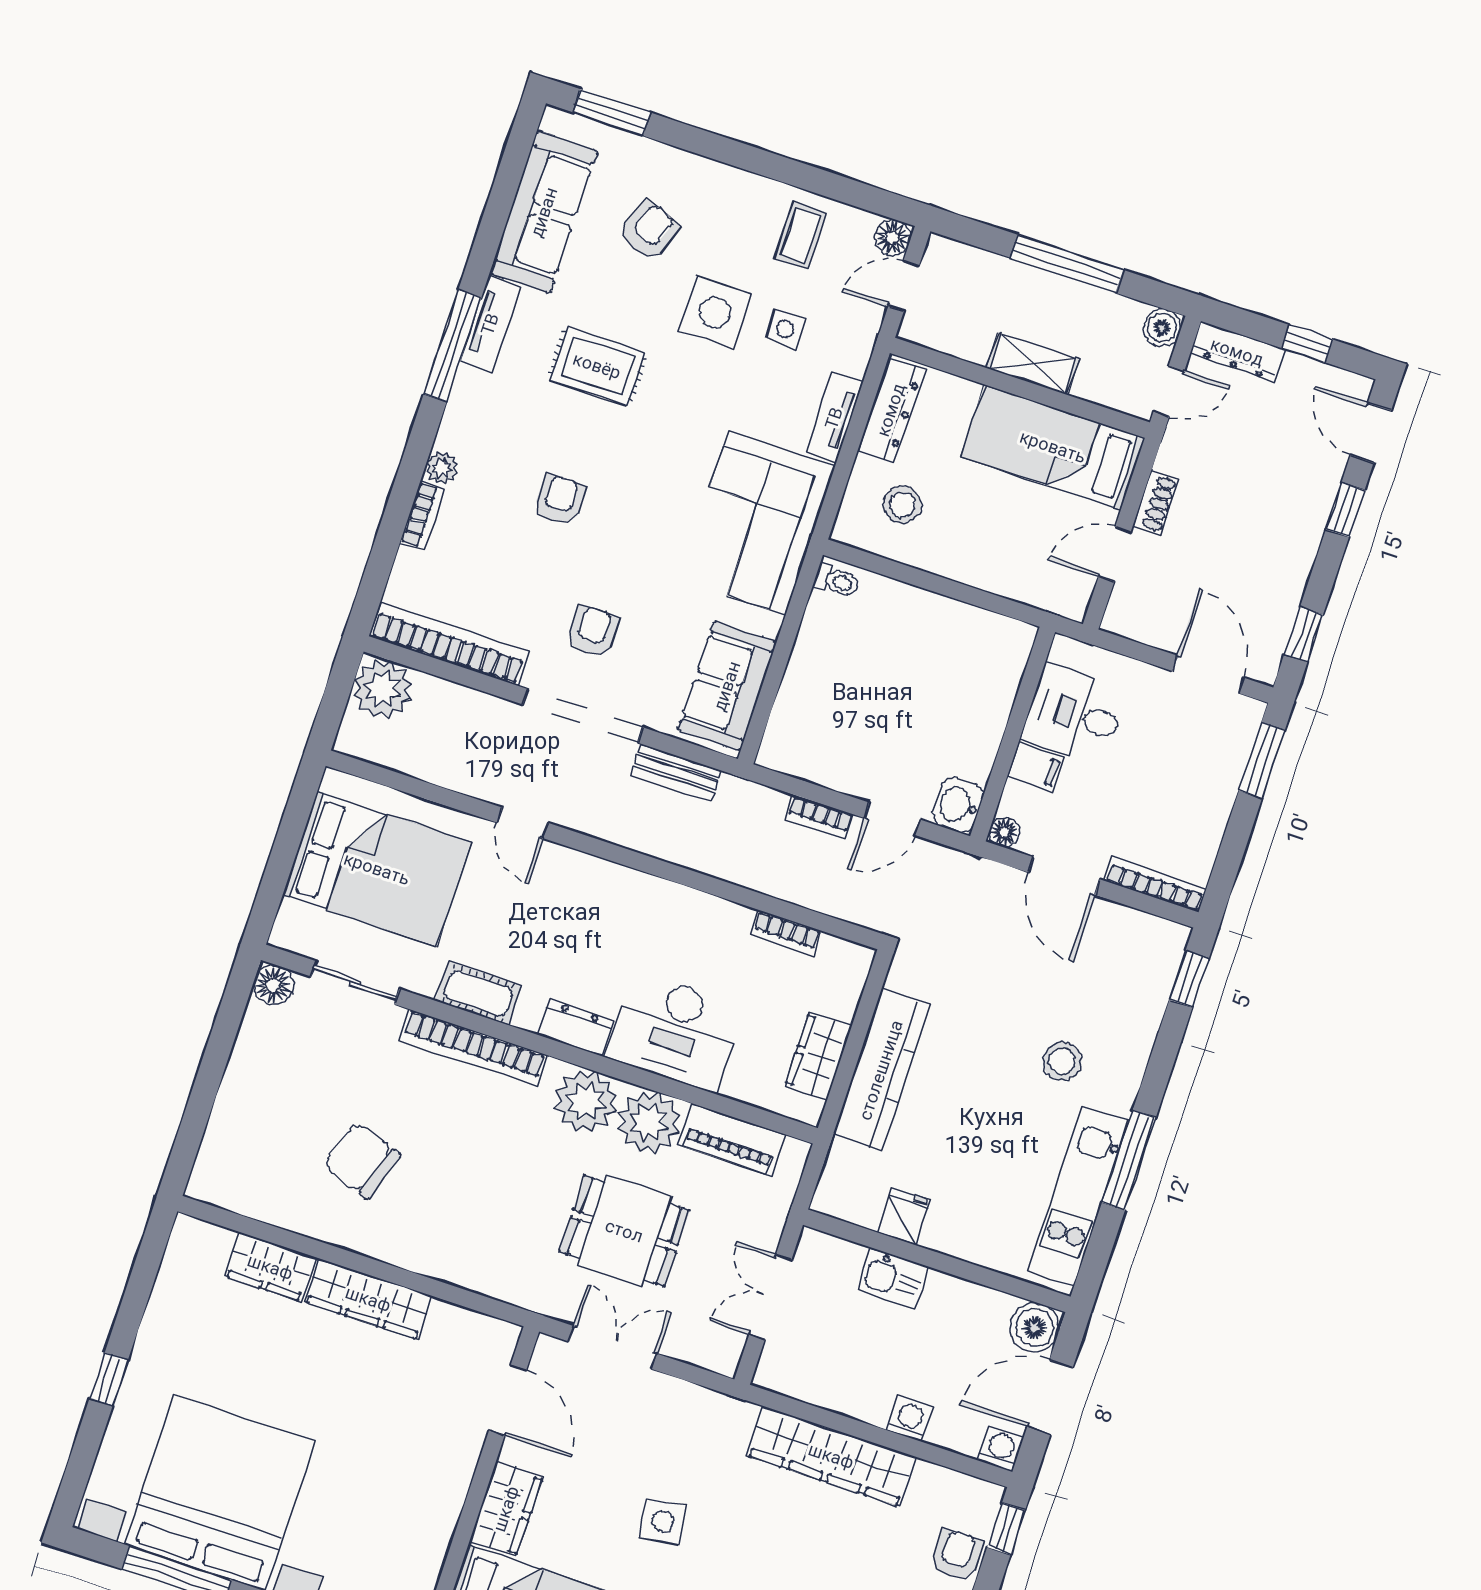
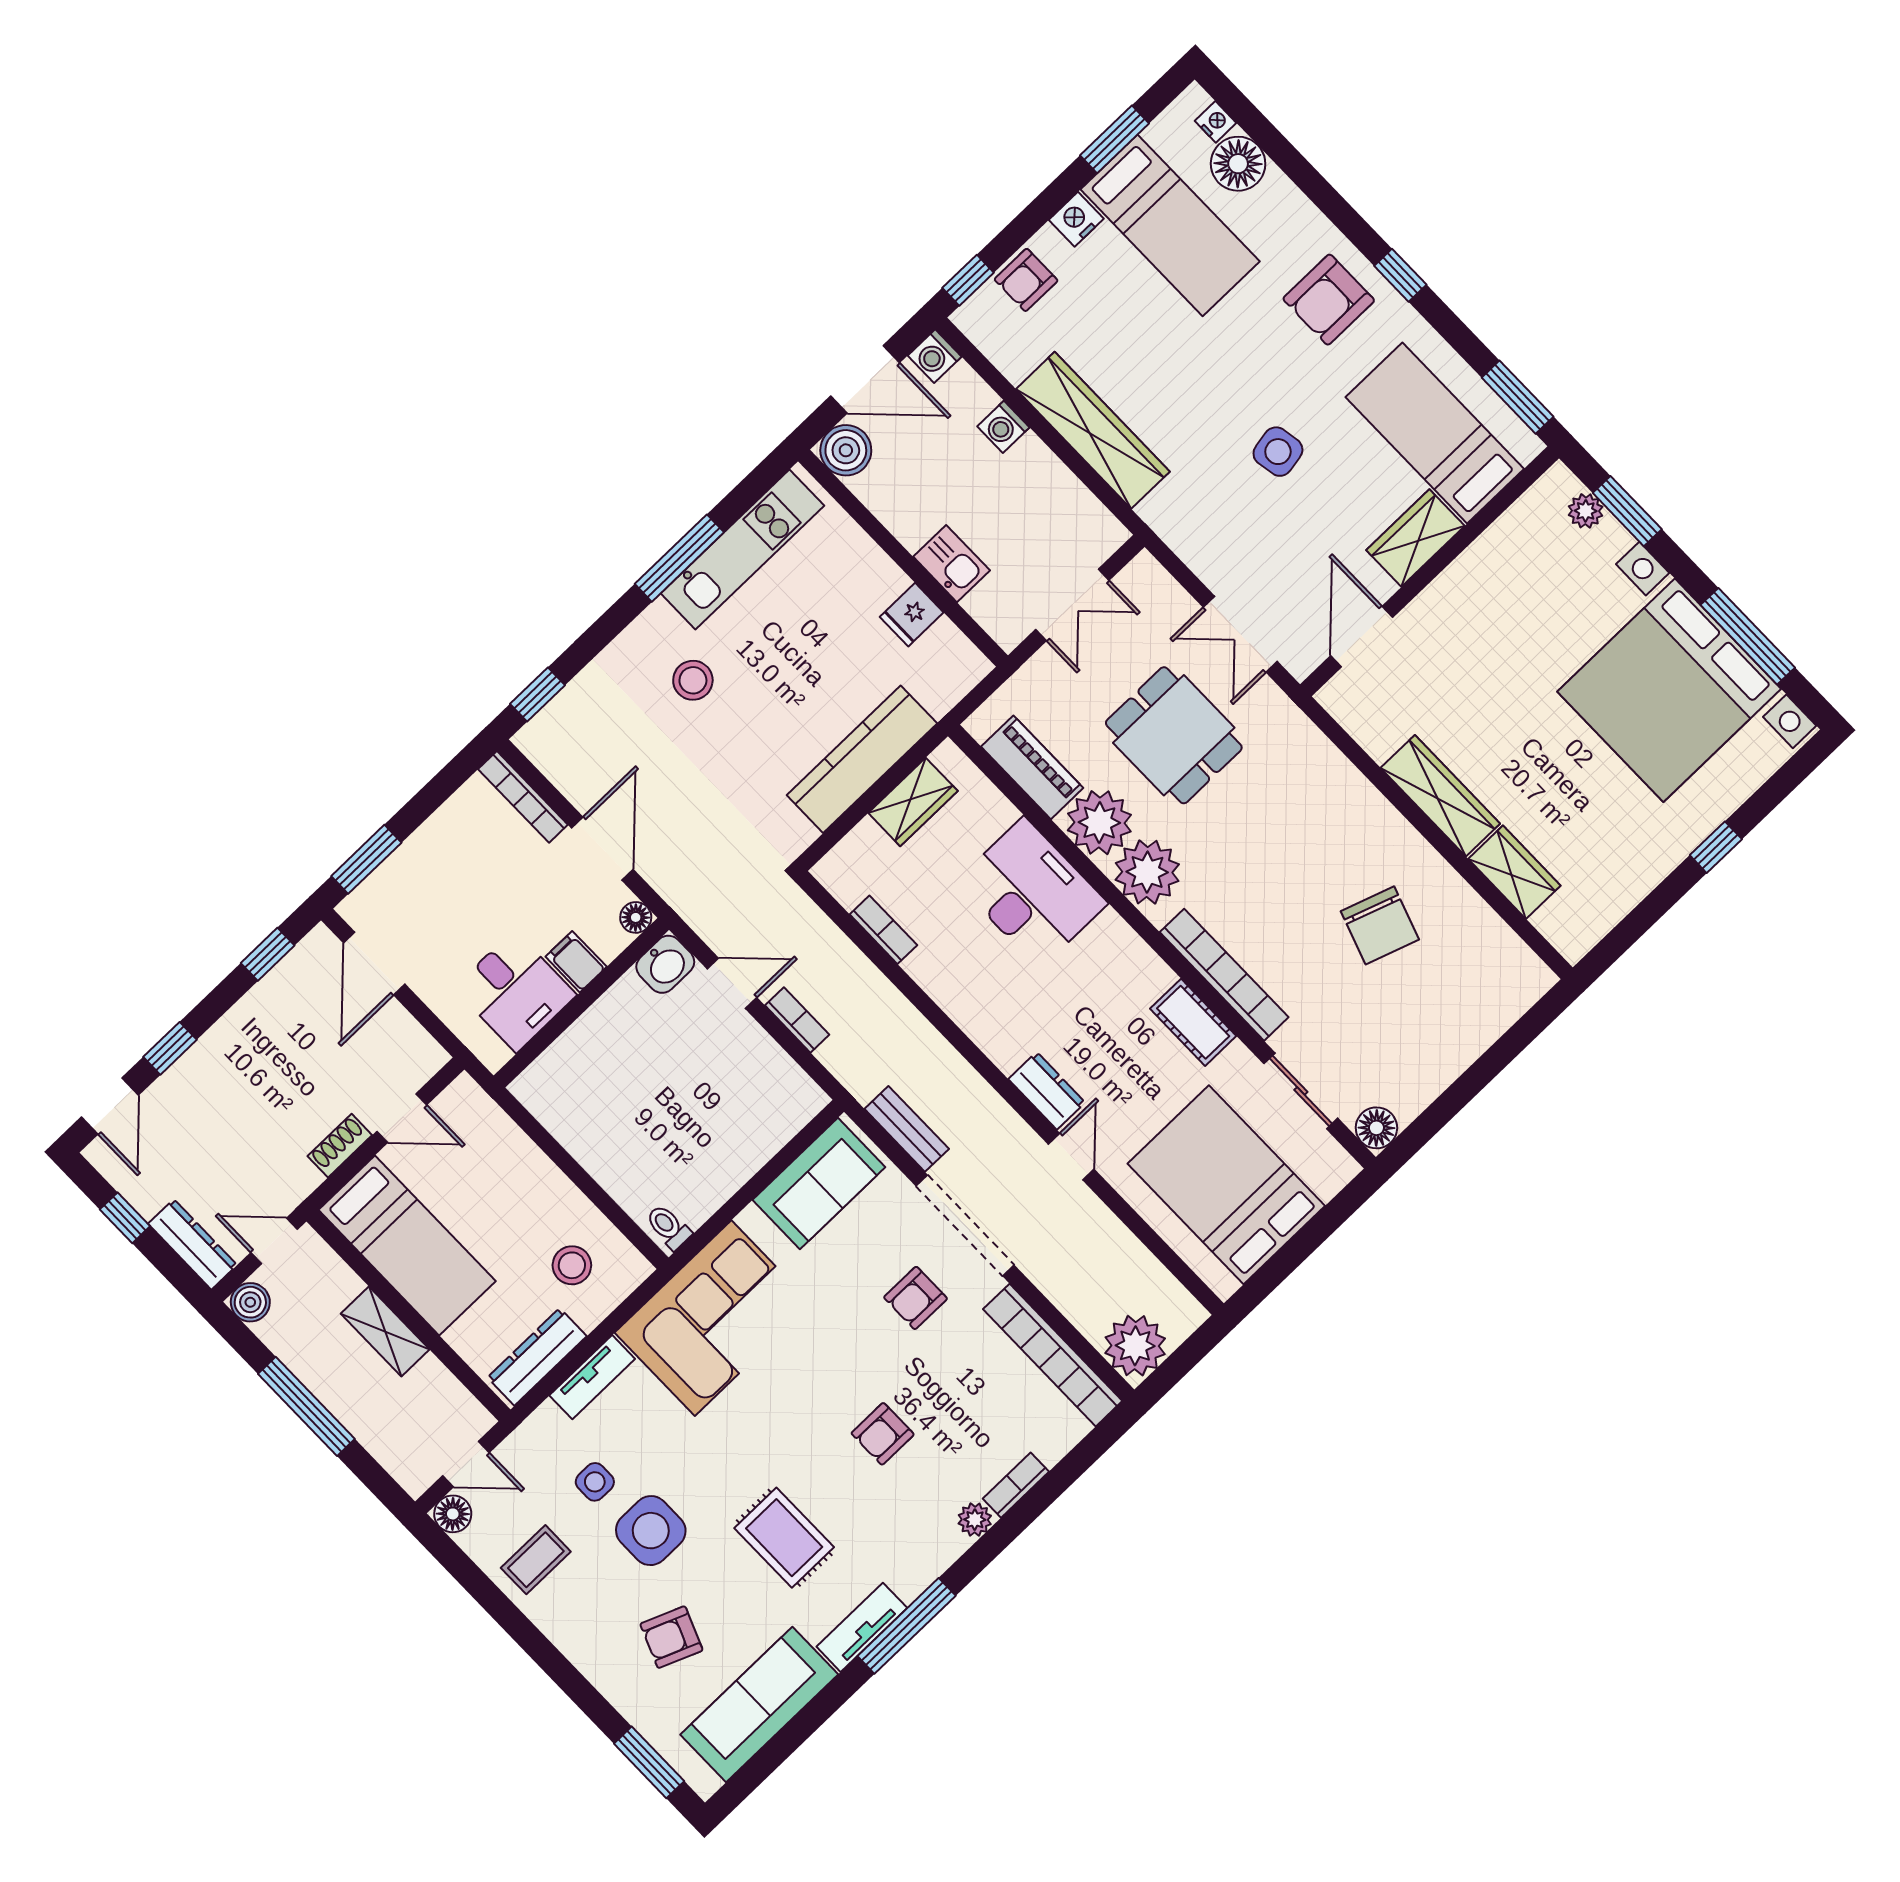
dresser: (575, 1027) -> (1047, 1091), moved, turned 180

